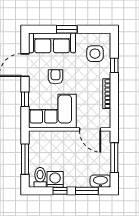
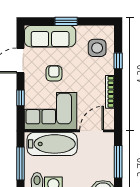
door: (90, 129) -> (92, 131), swing flipped
bathtub: (54, 141) -> (52, 144), added

